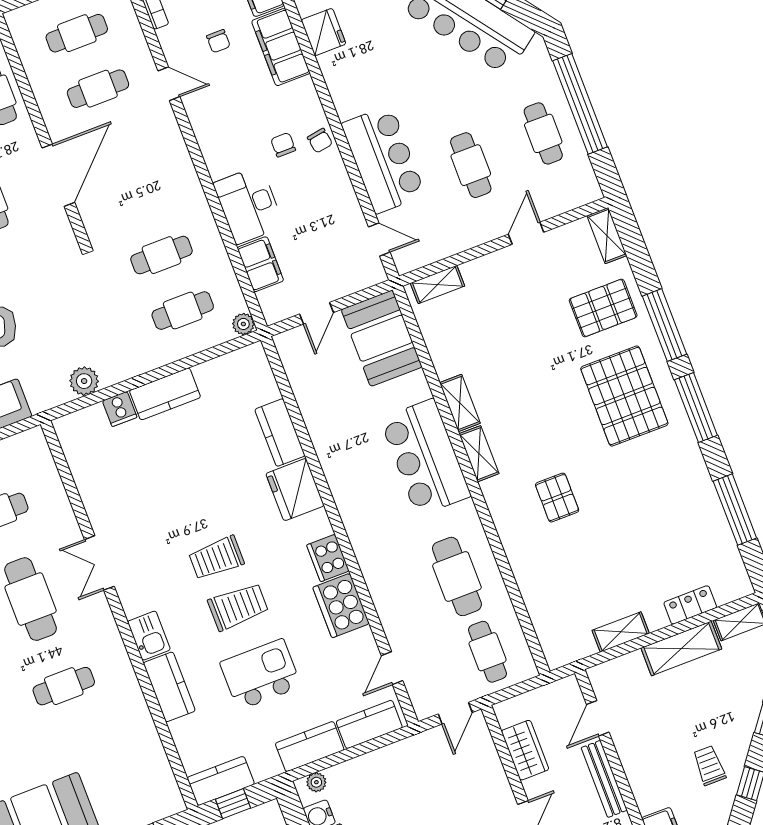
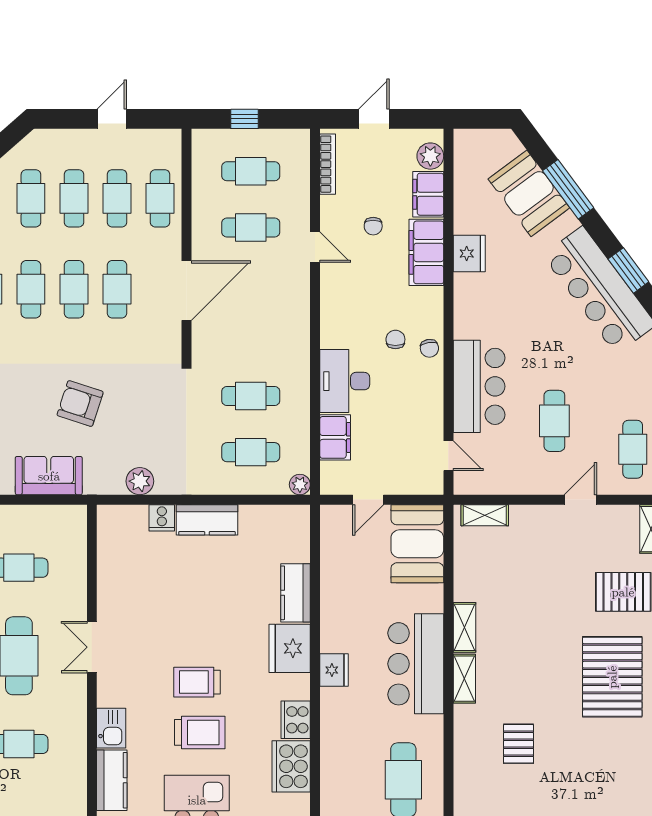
cafe table: (543, 133) -> (633, 449), moved
fridge: (347, 494) -> (334, 670), added

